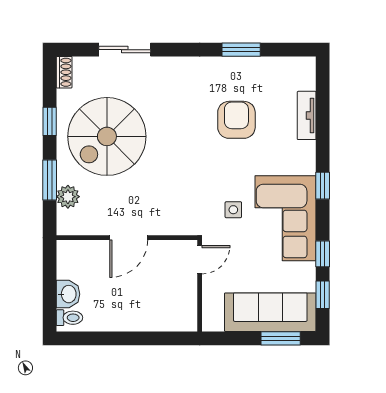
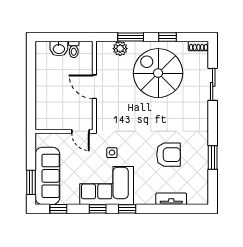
window: (323, 254) -> (98, 209), moved
toilet: (69, 318) -> (74, 49), moved

